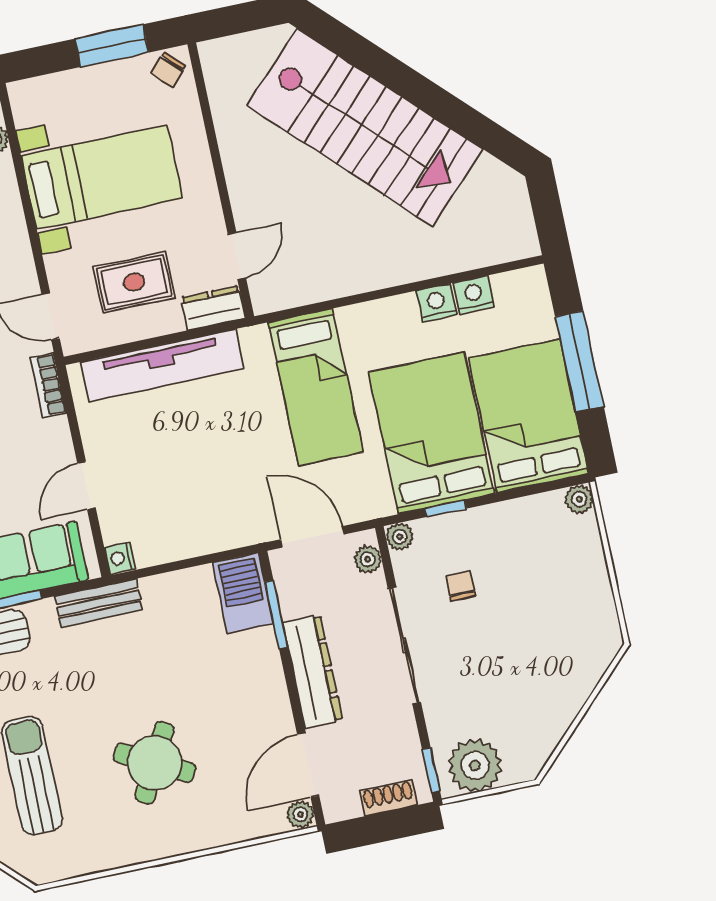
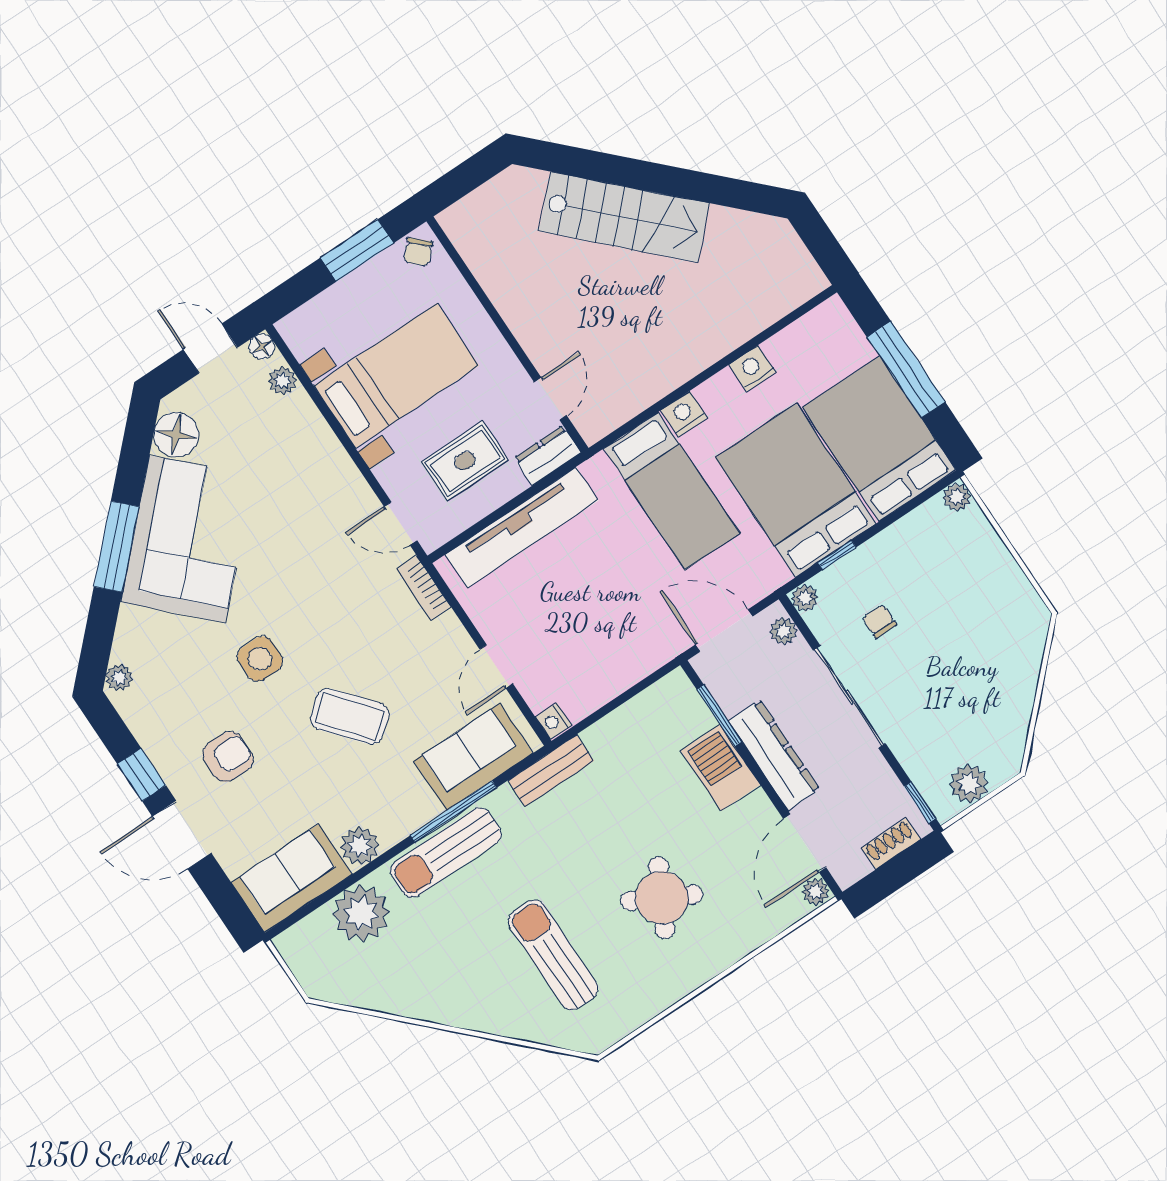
stairs: (365, 127) -> (624, 217), width x0.73, depth x0.66
nightstand: (474, 295) -> (684, 414), moved
barbecue: (243, 593) -> (721, 768), moved
plant: (475, 765) -> (969, 784), width x0.73, depth x0.73

